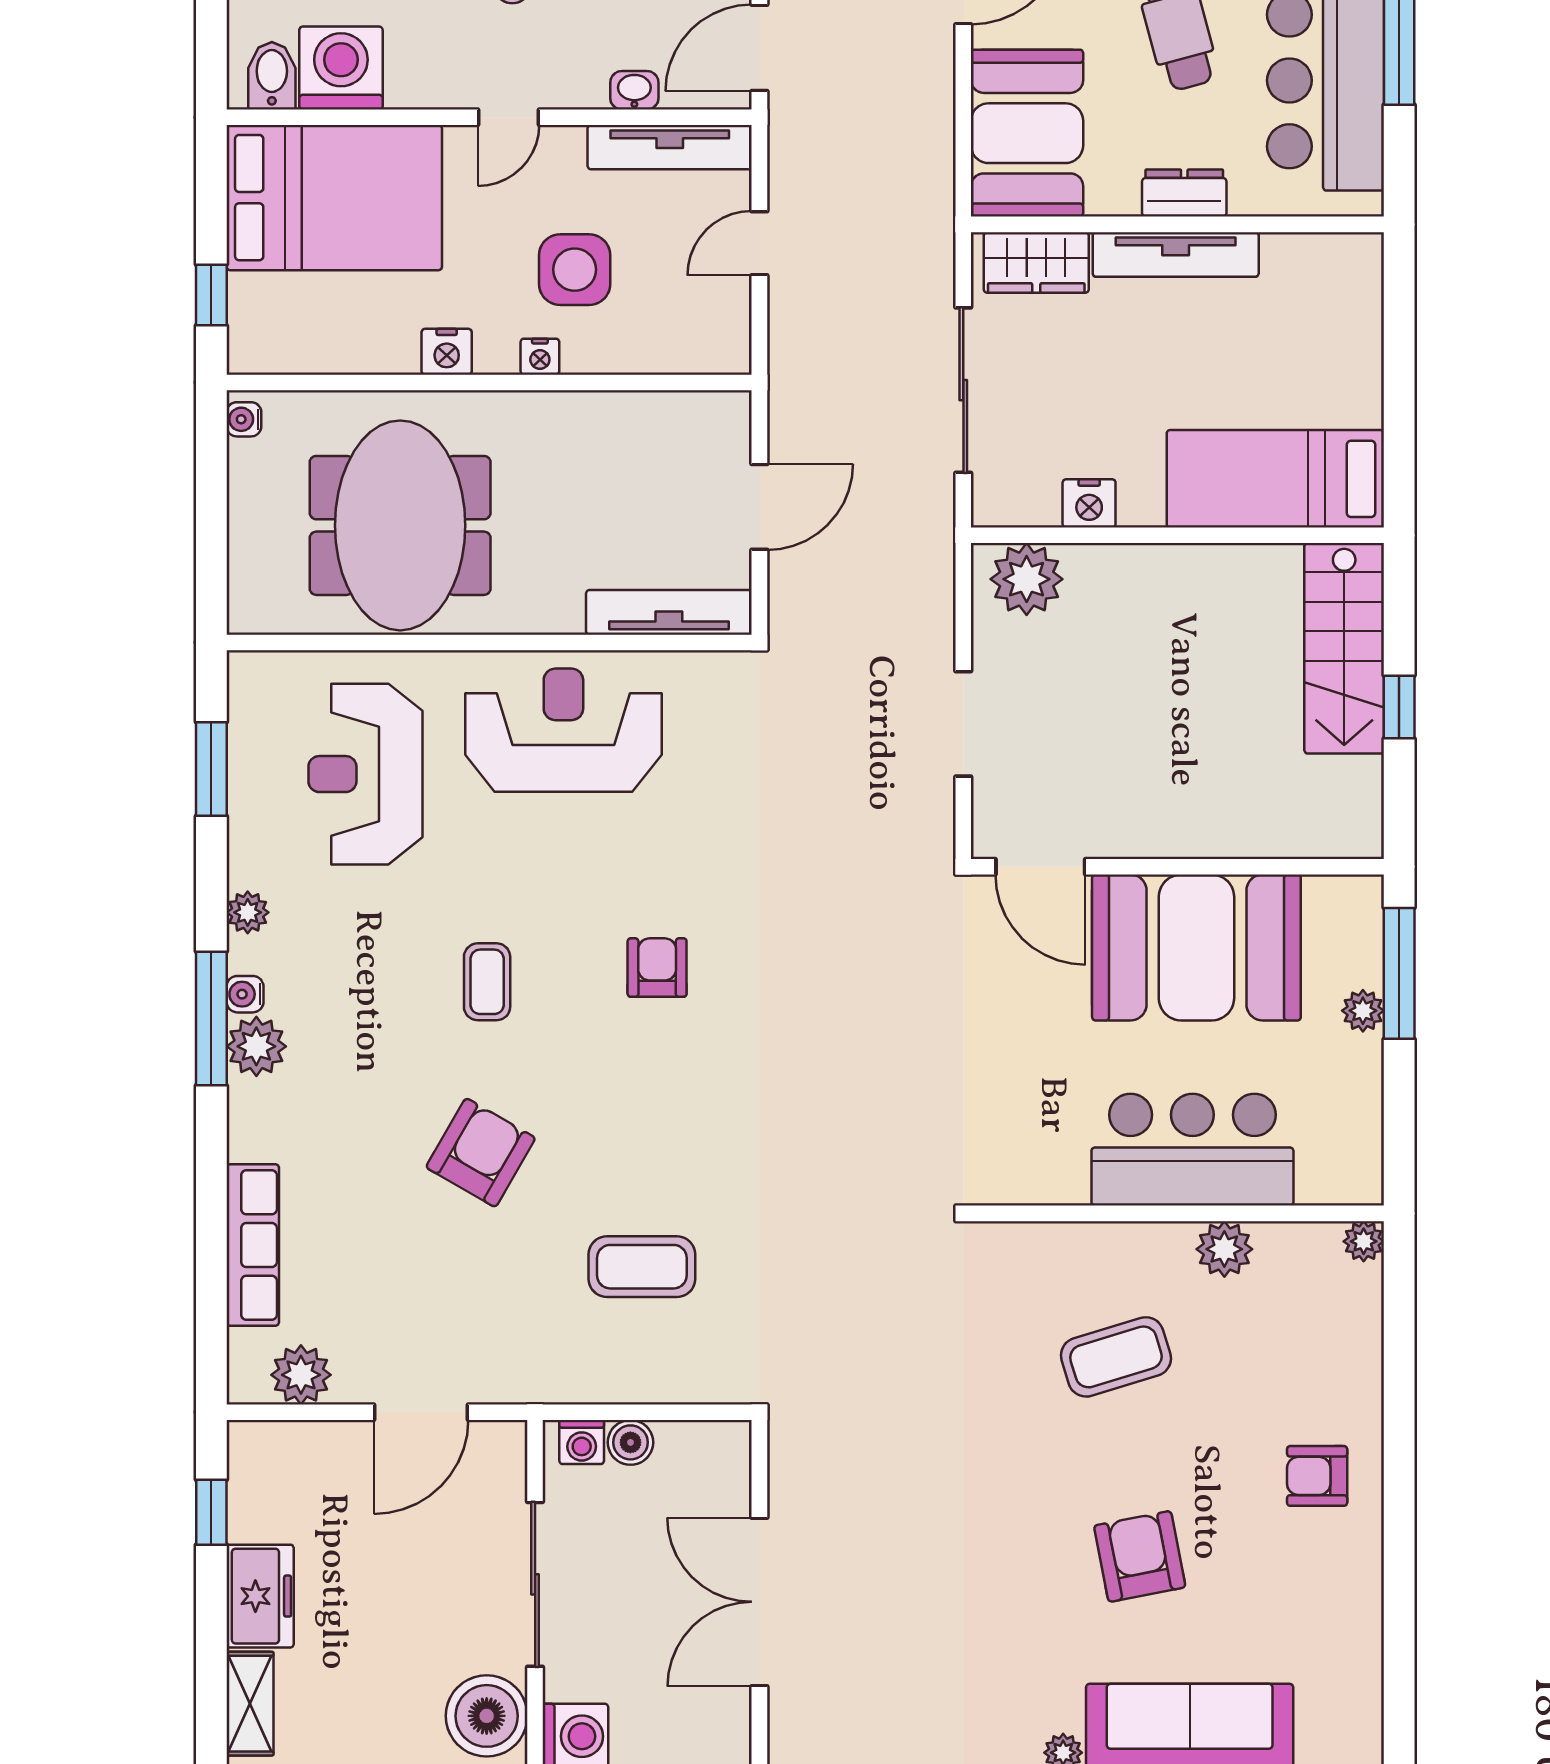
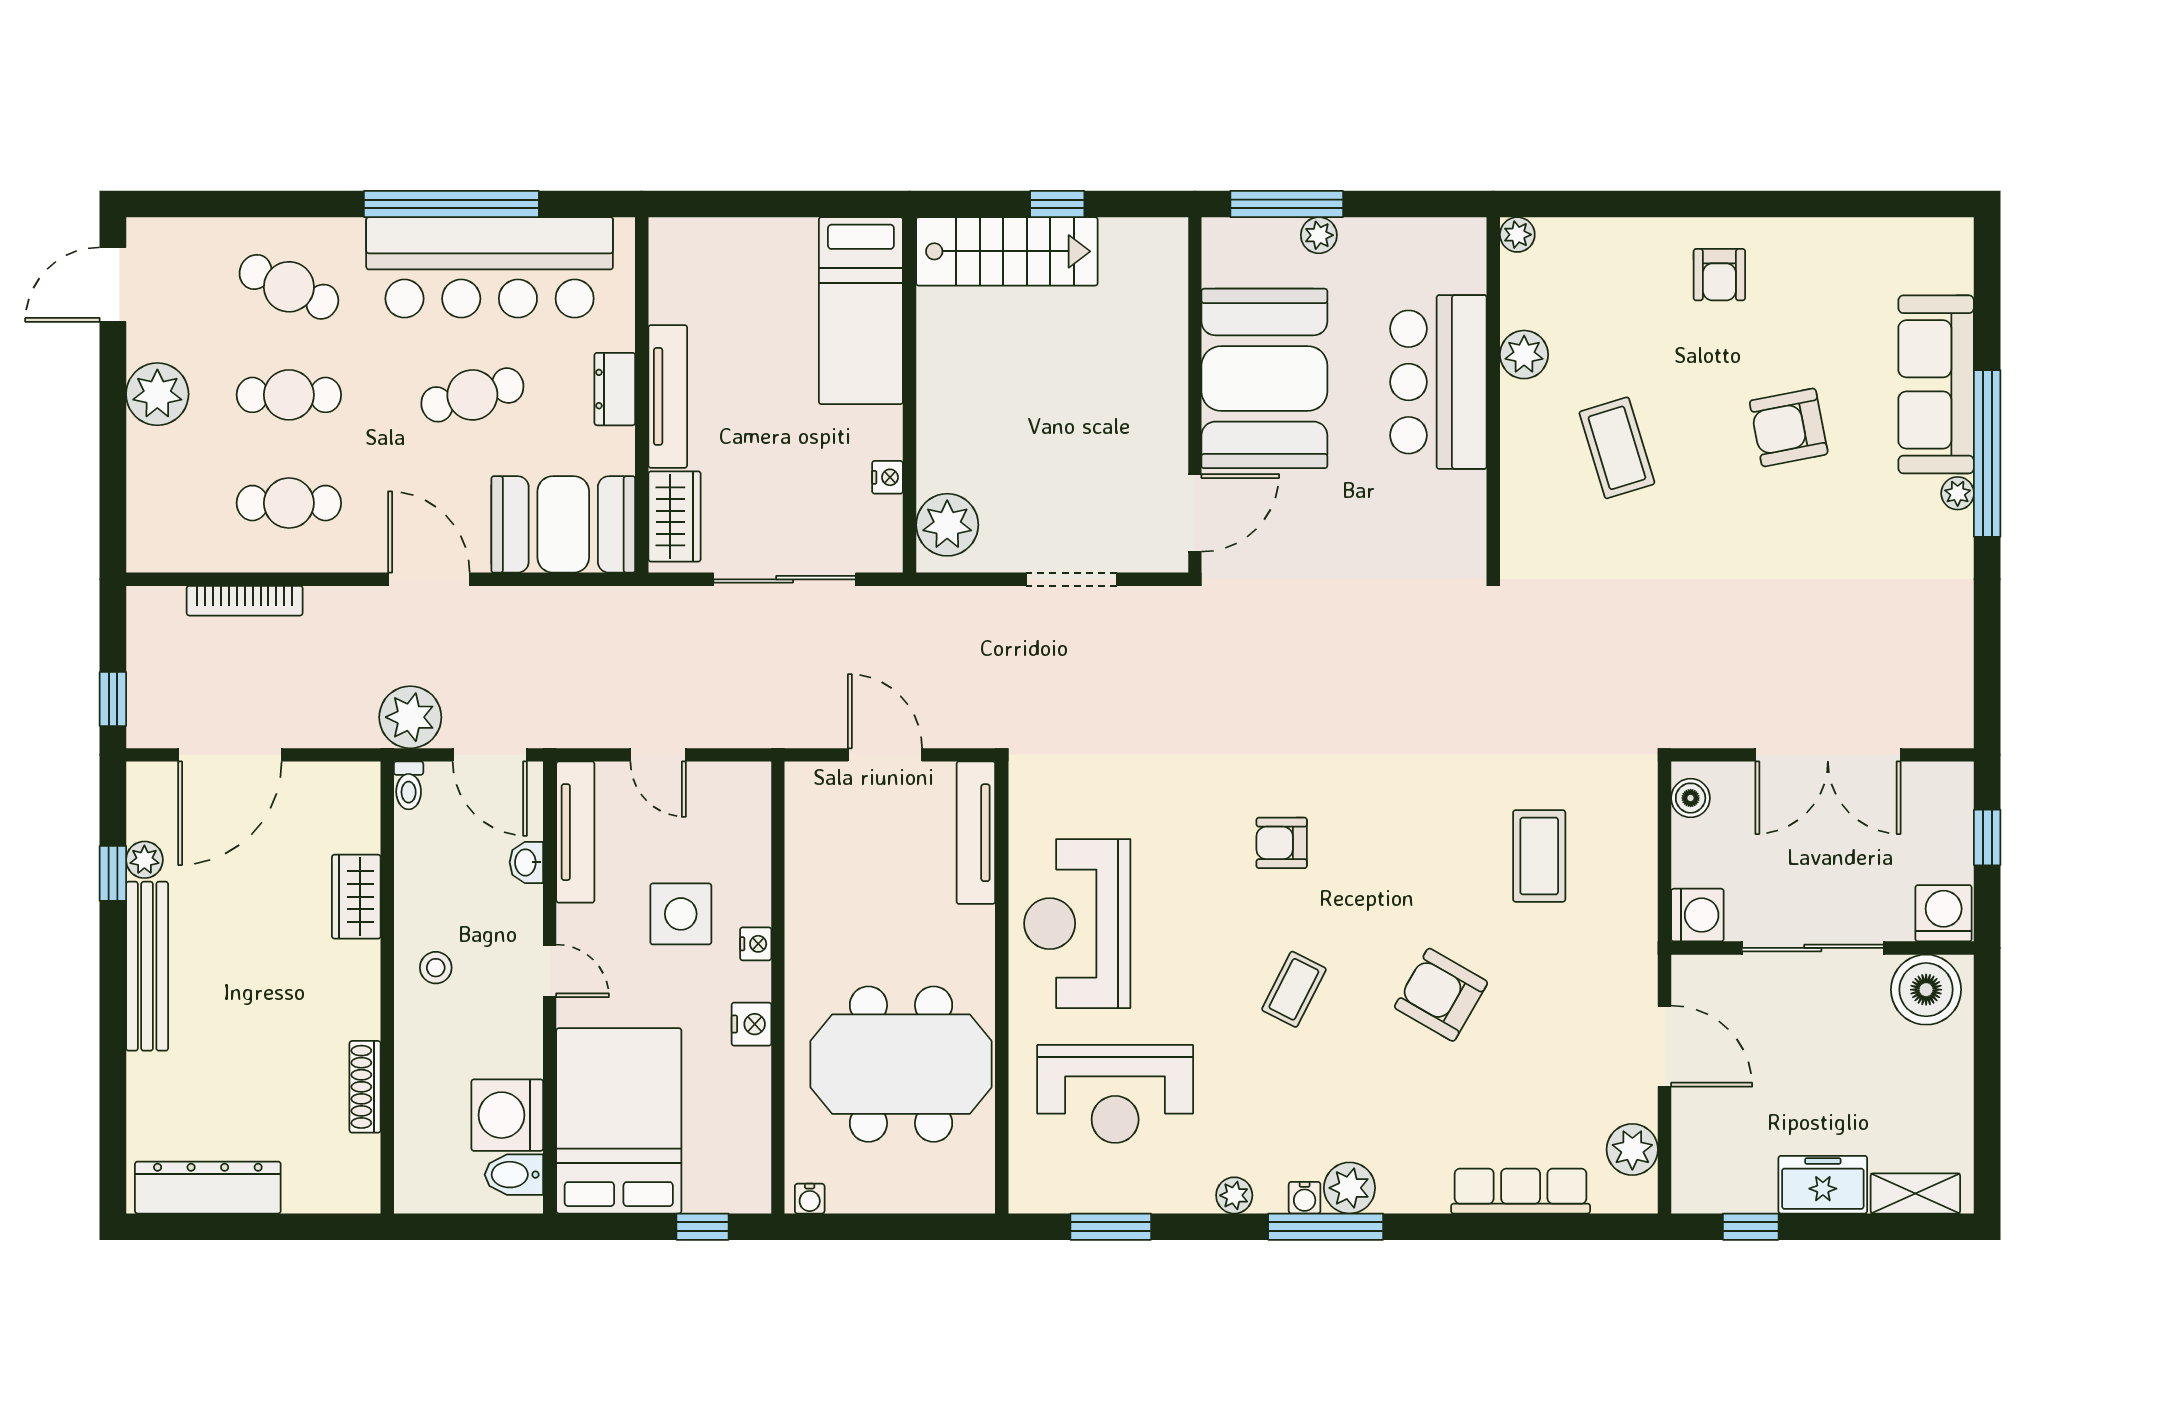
nightstand: (1089, 503) -> (888, 477), width x0.72, depth x0.74
coffee table: (487, 982) -> (1294, 989), turned -63
washing machine: (582, 1442) -> (1697, 915), width x1.38, depth x1.38
boiler: (630, 1442) -> (1691, 798), moved

